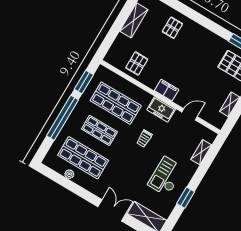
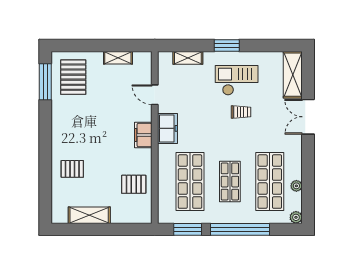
trolley: (144, 139) -> (241, 112), moved
plant: (48, 161) -> (296, 217), added
checkout: (166, 176) -> (237, 80), turned 180
window: (186, 198) -> (227, 45), moved

